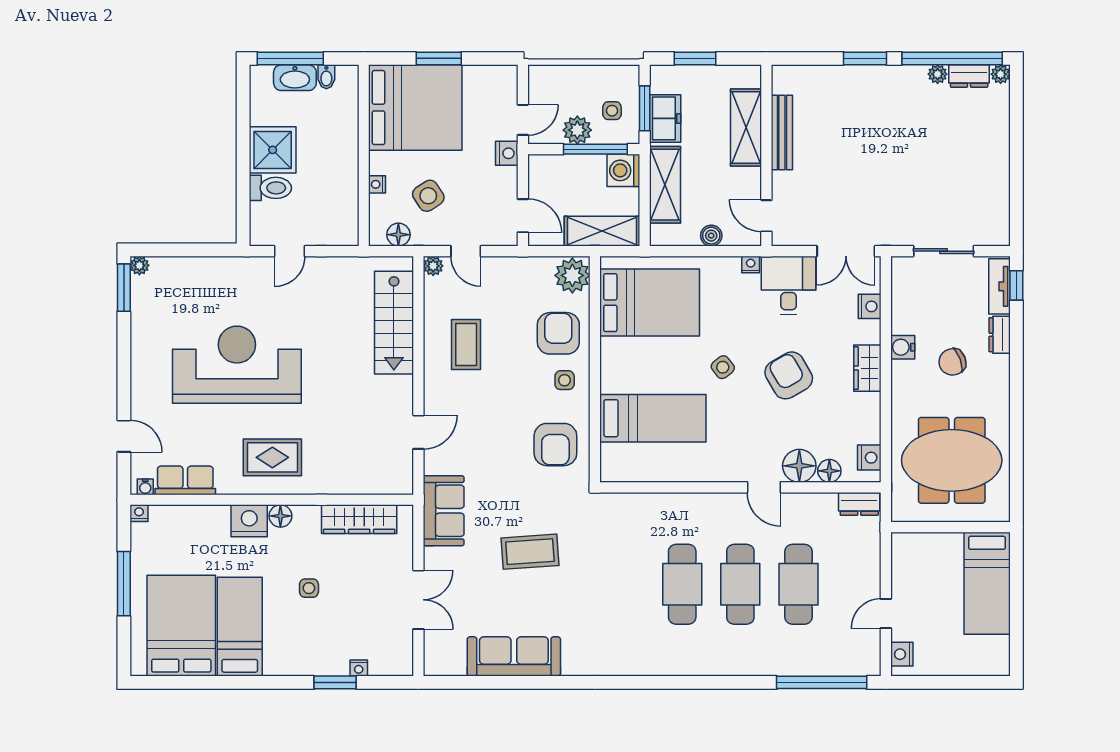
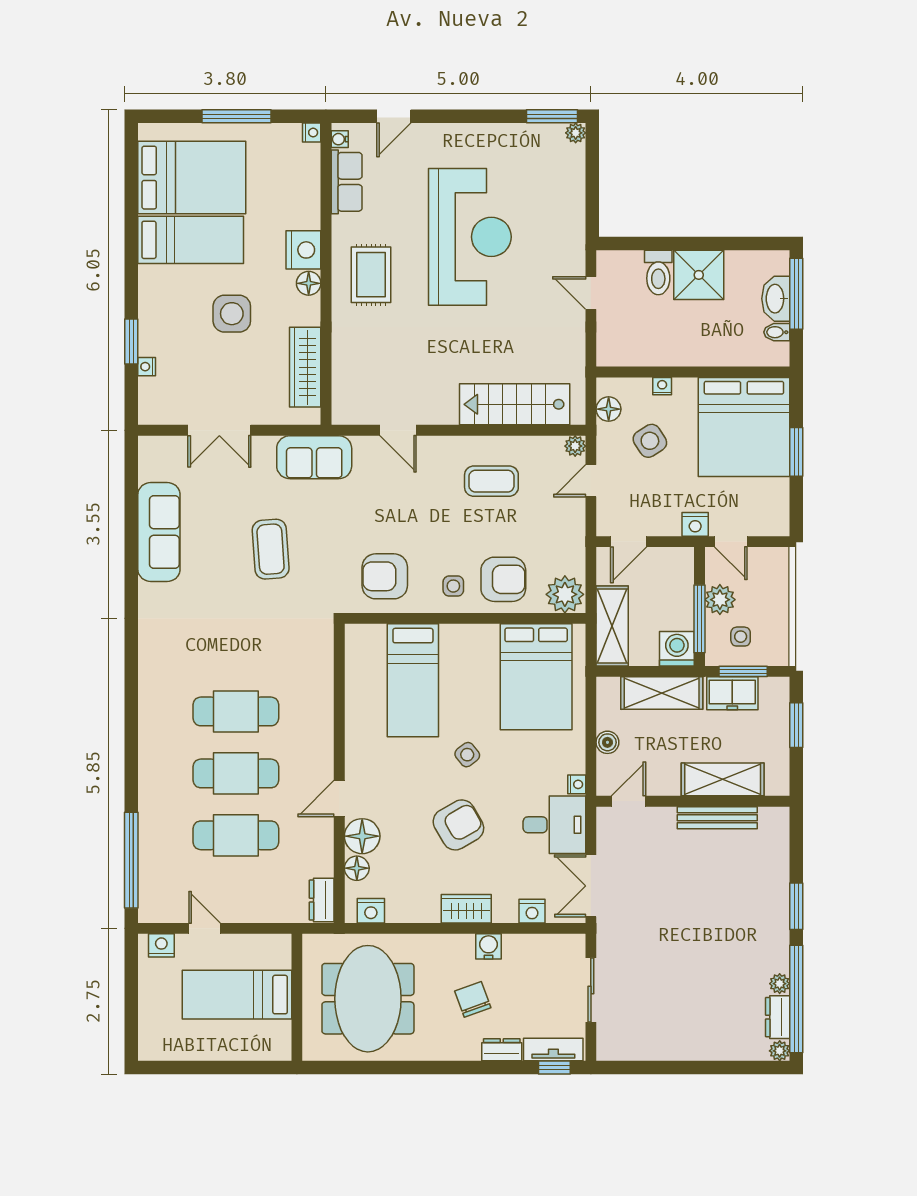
bed: (987, 583) -> (237, 995), moved
side table: (309, 588) -> (232, 314), width x1.87, depth x1.87

